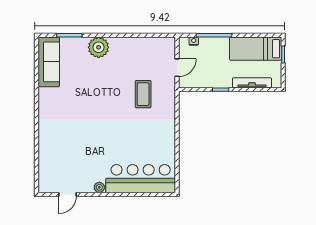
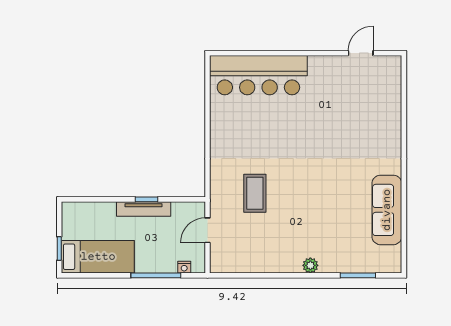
plant: (99, 47) -> (310, 265), width x0.53, depth x0.53
sofa: (49, 62) -> (387, 210), moved
tv unit: (252, 83) -> (144, 209), moved
plant: (99, 187) -> (316, 63), removed

